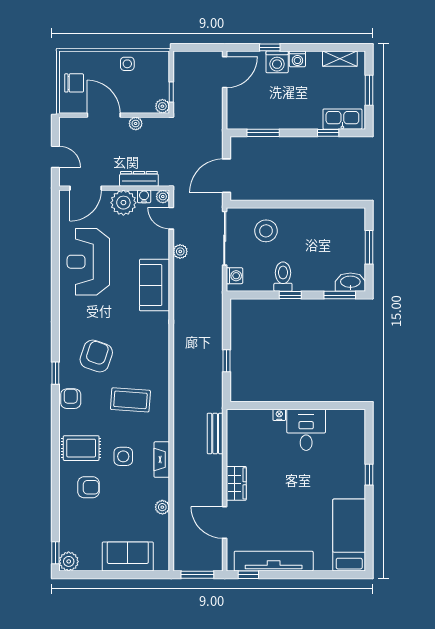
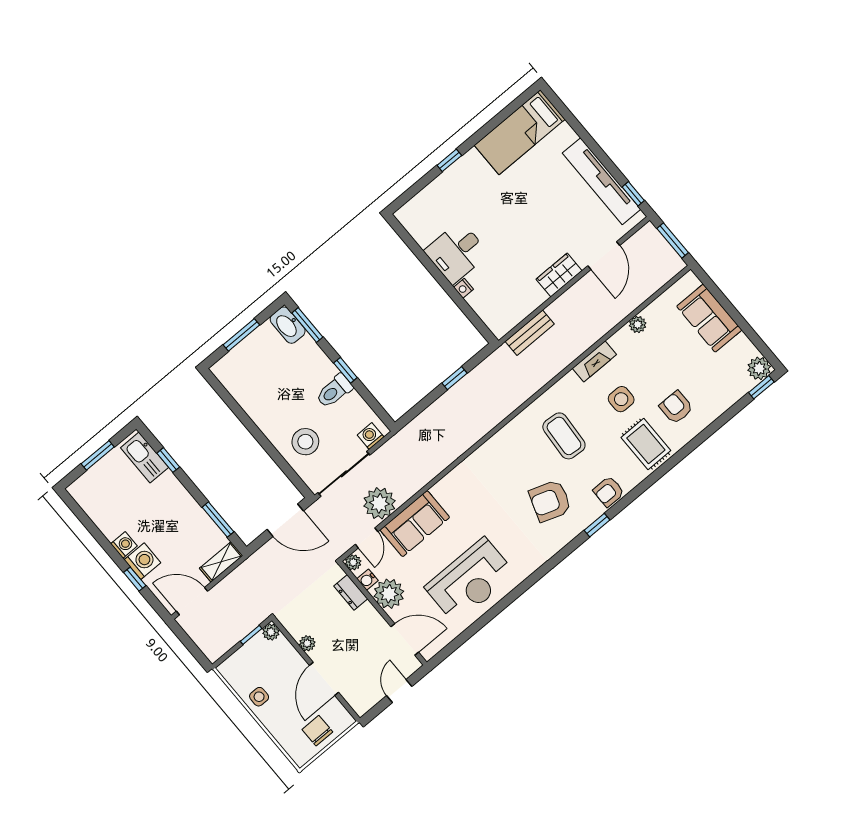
shelving: (340, 59) -> (221, 562), moved, turned 90
dresser: (139, 179) -> (351, 592), width x0.70
plant: (180, 251) -> (379, 503), width x1.88, depth x1.88
sofa: (154, 285) -> (415, 524), moved

